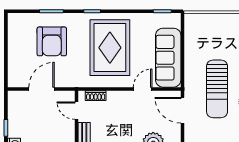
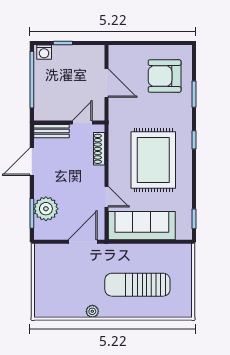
armchair: (52, 41) -> (165, 76), moved
rug: (110, 48) -> (153, 160), turned 90
sun lounger: (217, 89) -> (137, 285), moved
shoe rack: (96, 96) -> (99, 149), width x1.43

